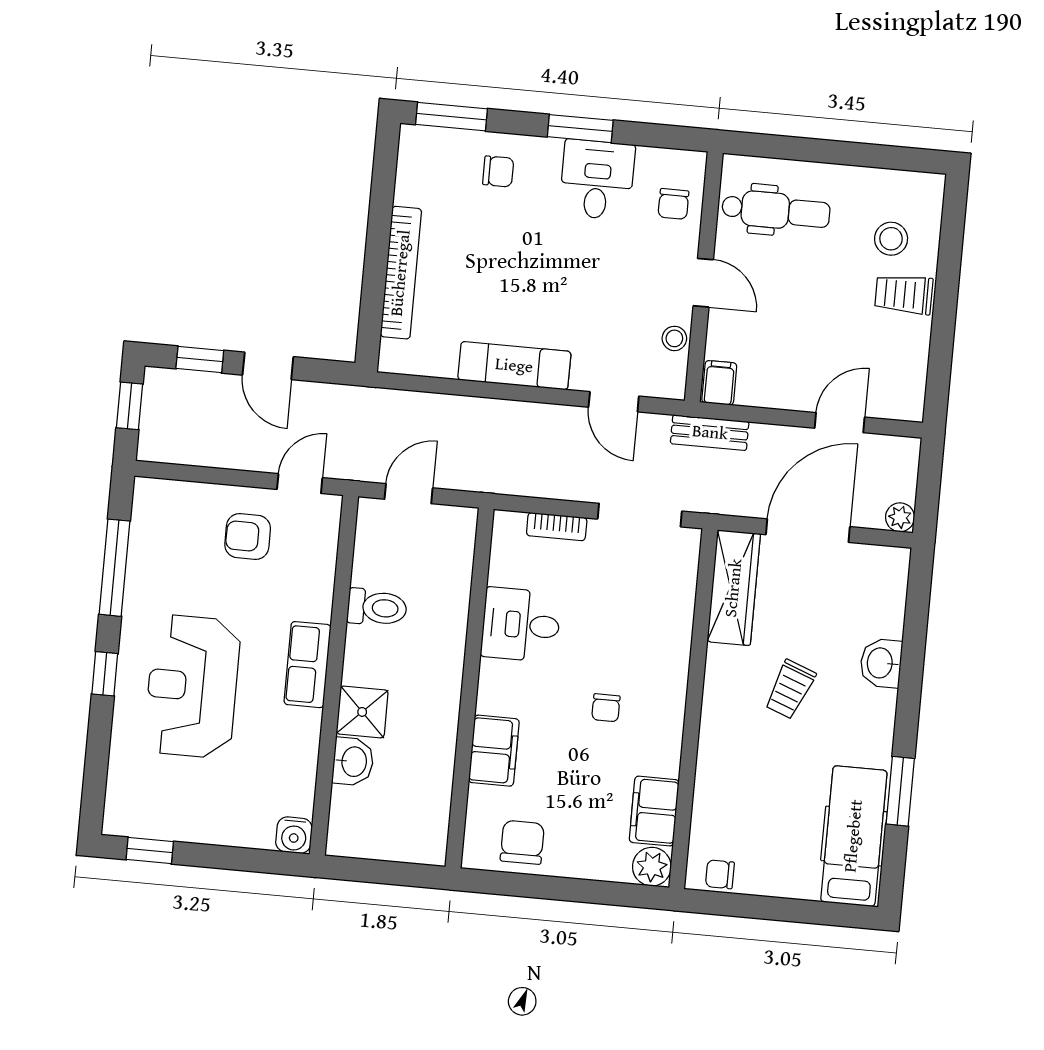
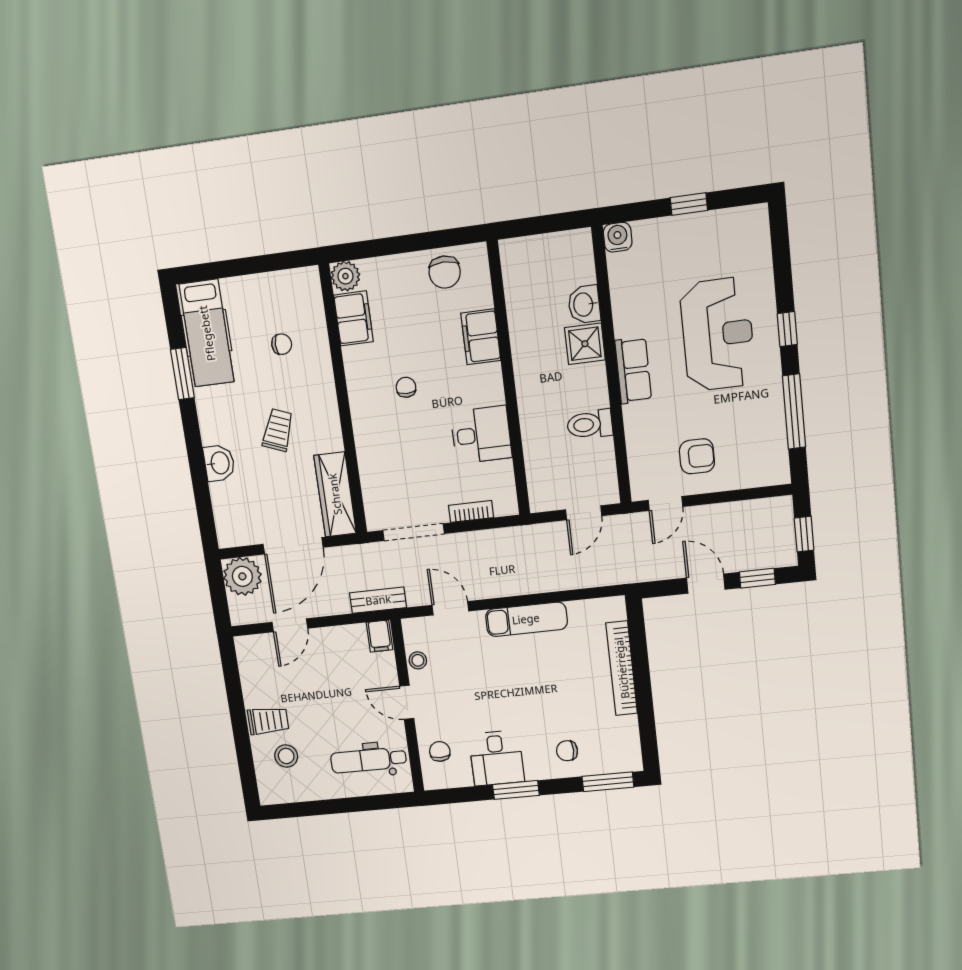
plant: (900, 517) -> (242, 576), width x1.87, depth x1.87
window: (150, 851) -> (689, 204), moved
chair: (720, 874) -> (282, 344), moved

